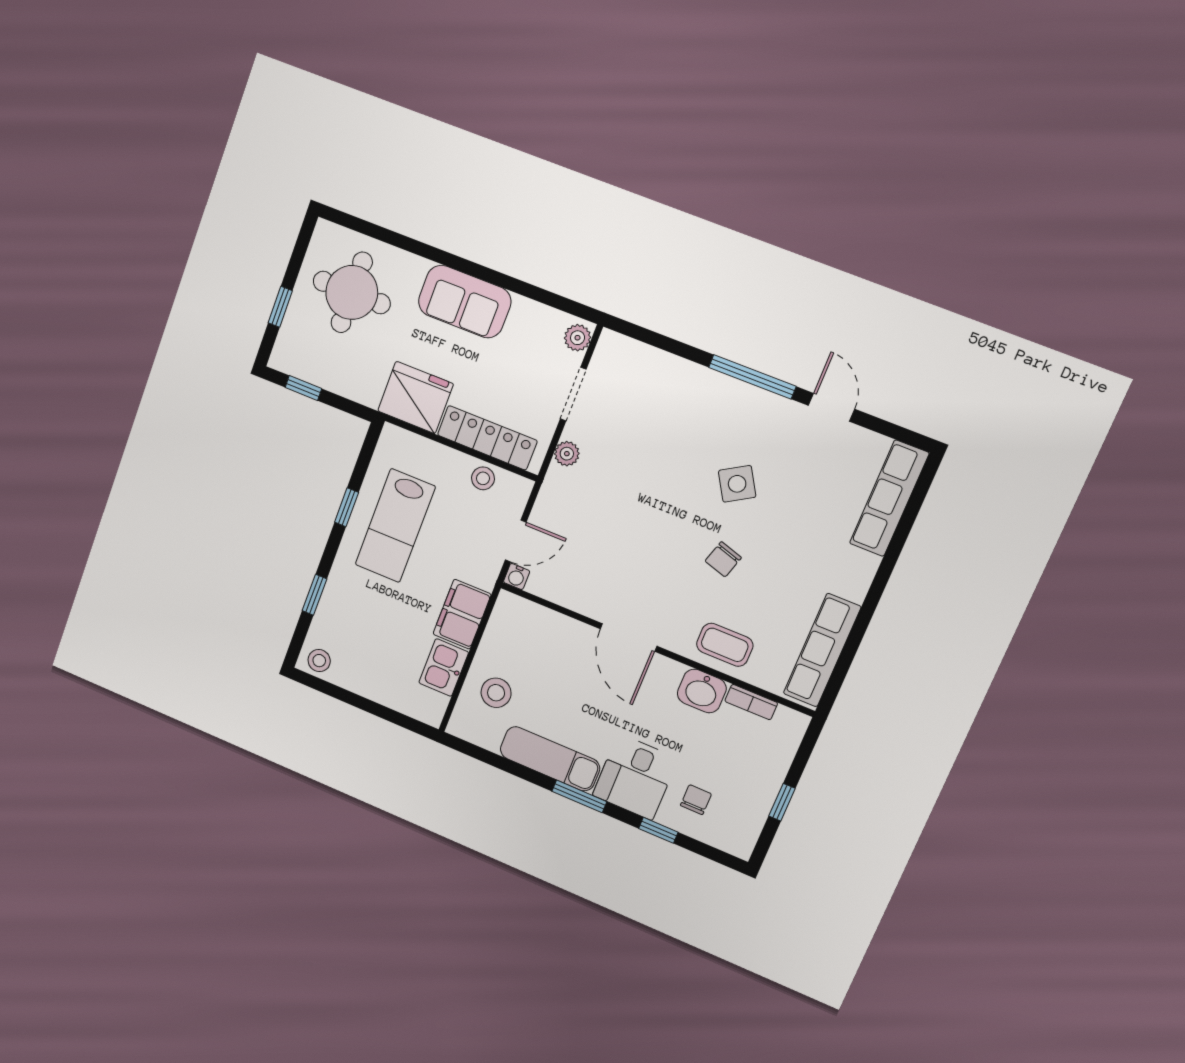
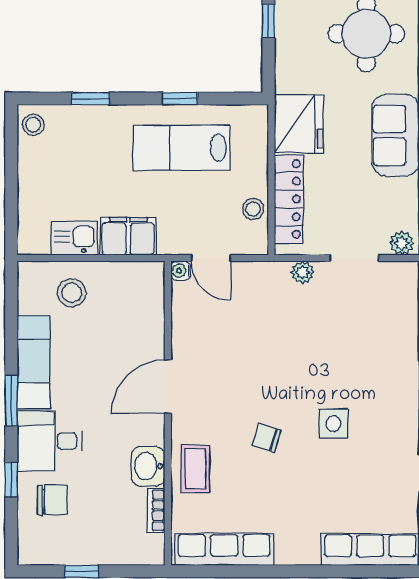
side table: (737, 484) -> (333, 423), turned 31
chair: (696, 800) -> (52, 500), width x1.37, depth x1.37

